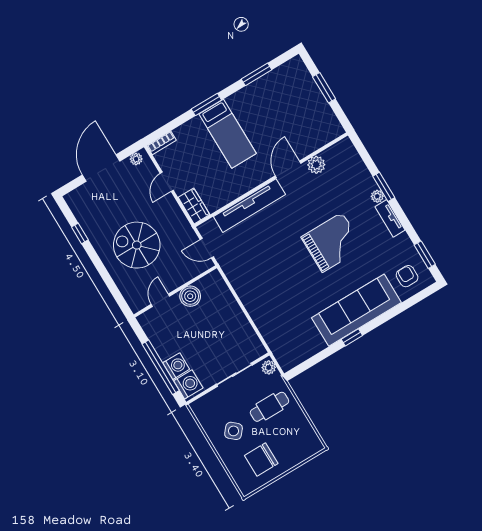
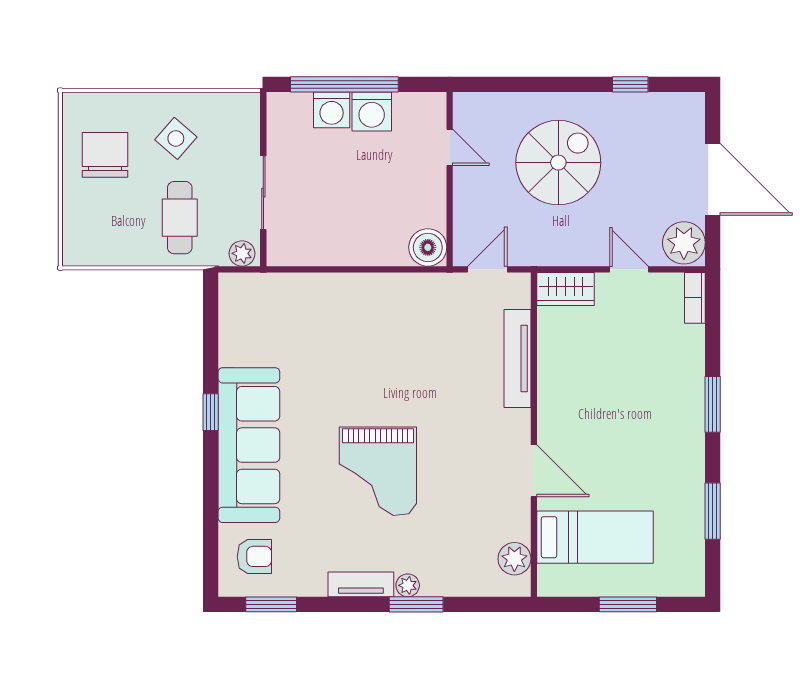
bed: (228, 134) -> (595, 537), moved, turned 180
plant: (136, 159) -> (684, 243), width x1.87, depth x1.87
plant: (316, 165) -> (514, 559), moved
tv unit: (249, 206) -> (517, 358), width x0.73, depth x0.78
boiler: (190, 296) -> (428, 247), moved
washing machine: (188, 384) -> (372, 112), moved

